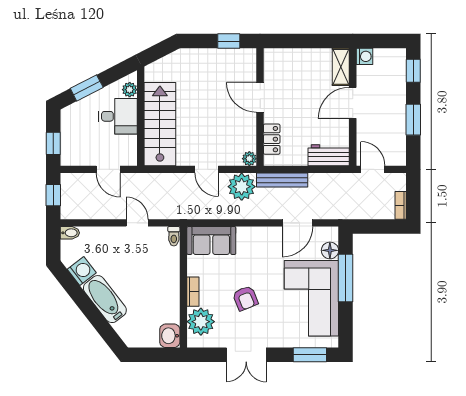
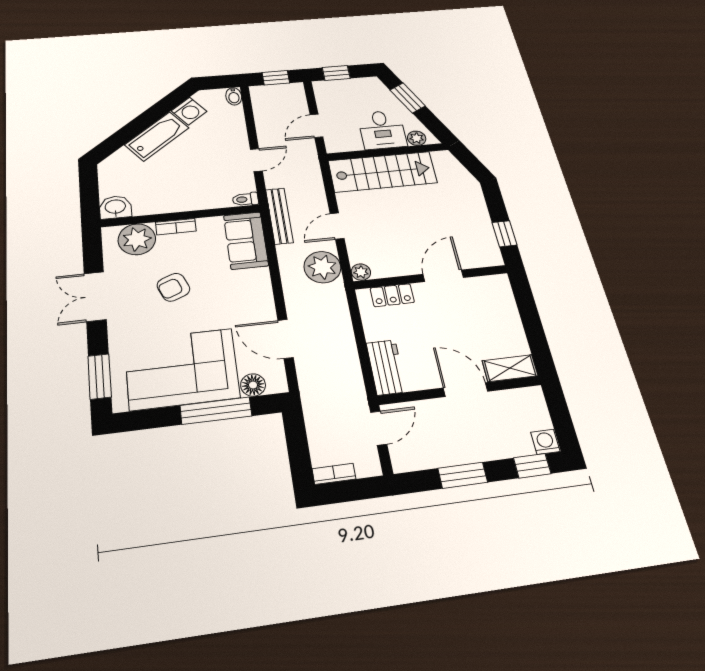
washing machine: (364, 56) -> (545, 442), moved, turned 180
bench: (282, 180) -> (279, 216), moved

